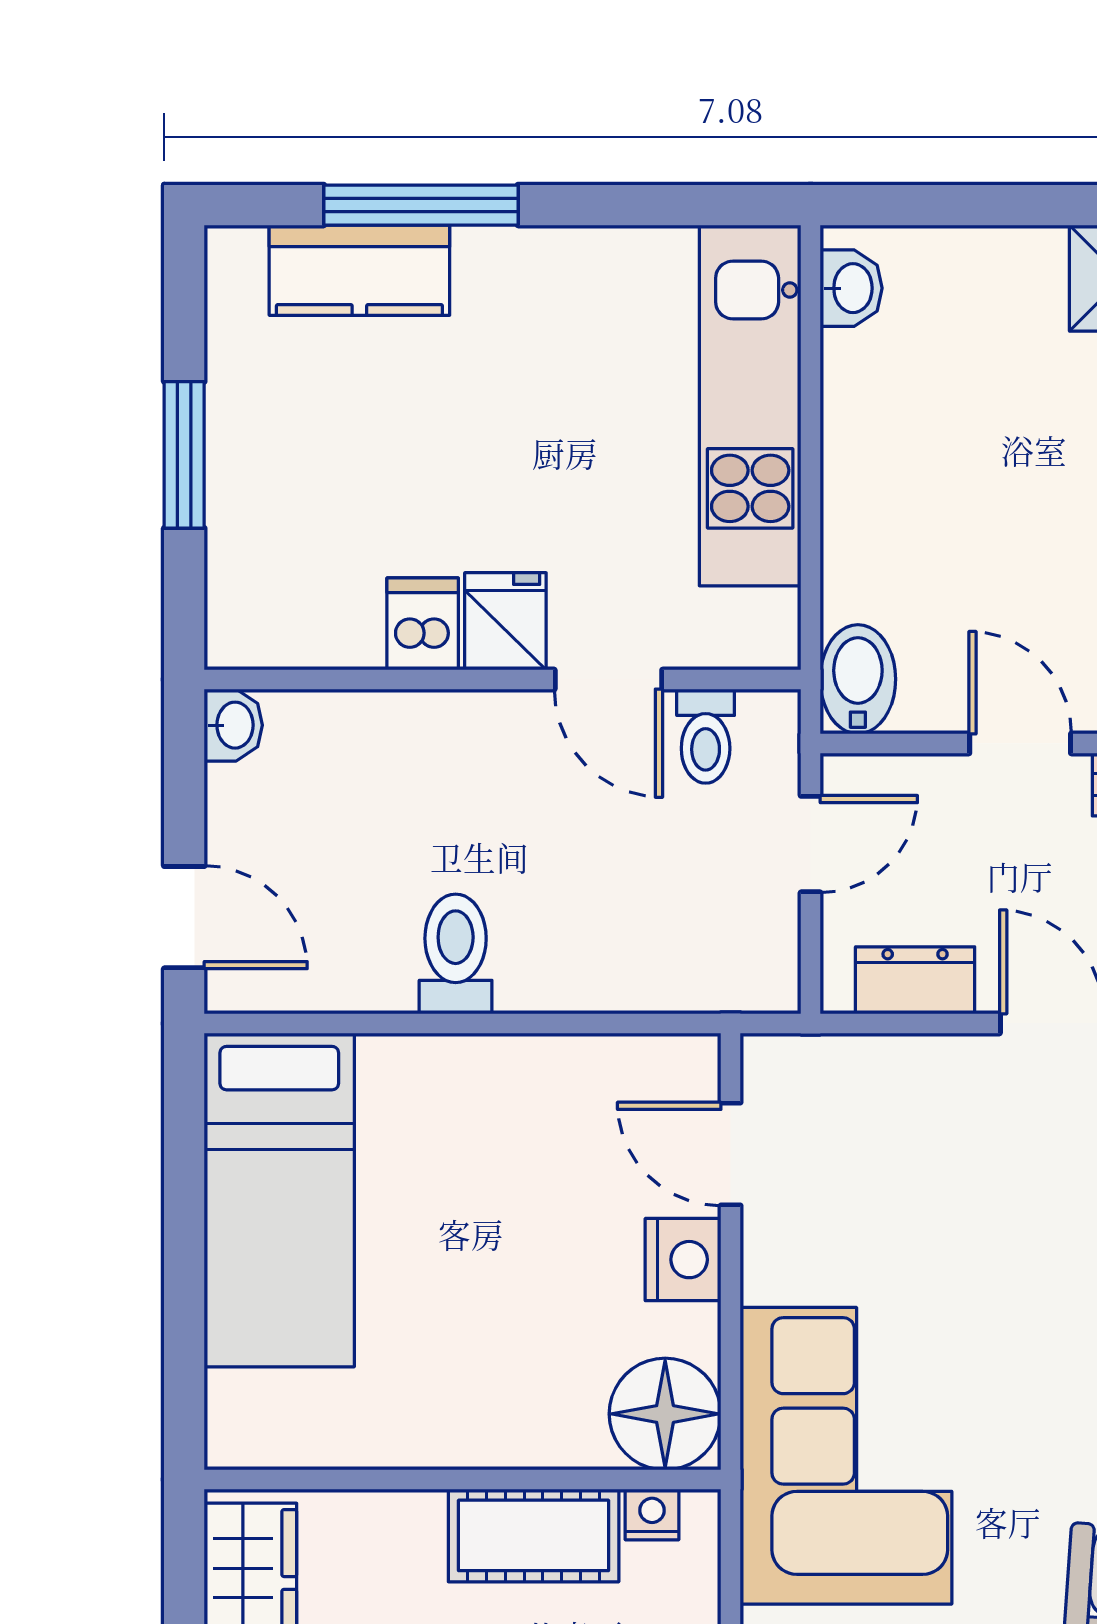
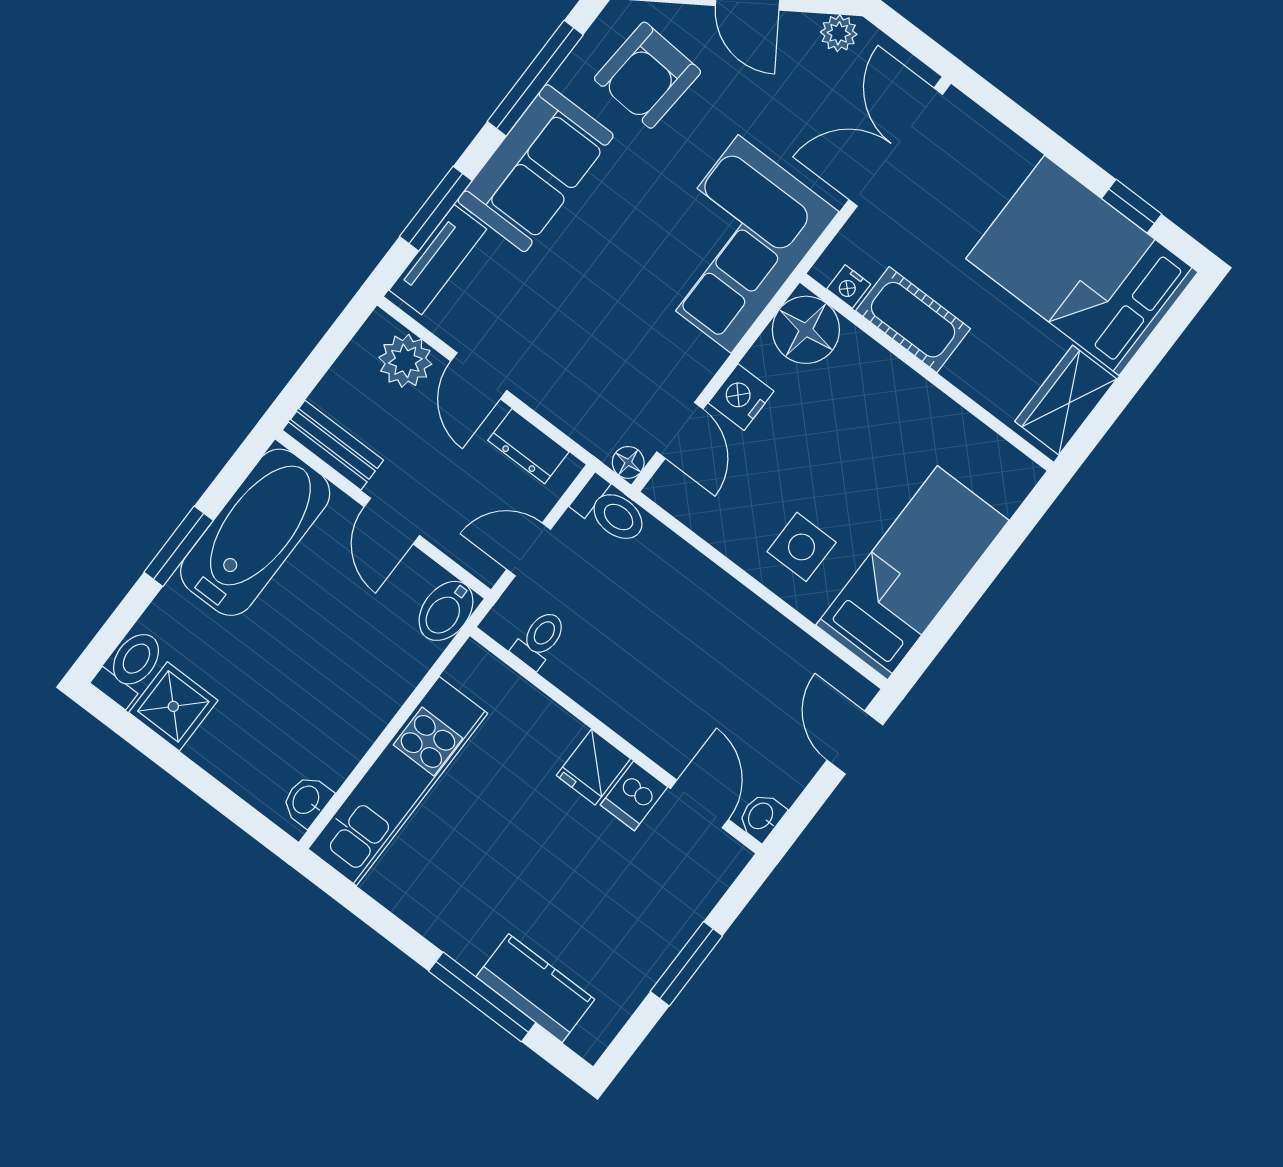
door: (608, 679) -> (700, 804), moved
toilet: (456, 954) -> (611, 511), moved, turned -90
floor lamp: (767, 1059) -> (628, 462), added
side table: (452, 1122) -> (802, 547), added

